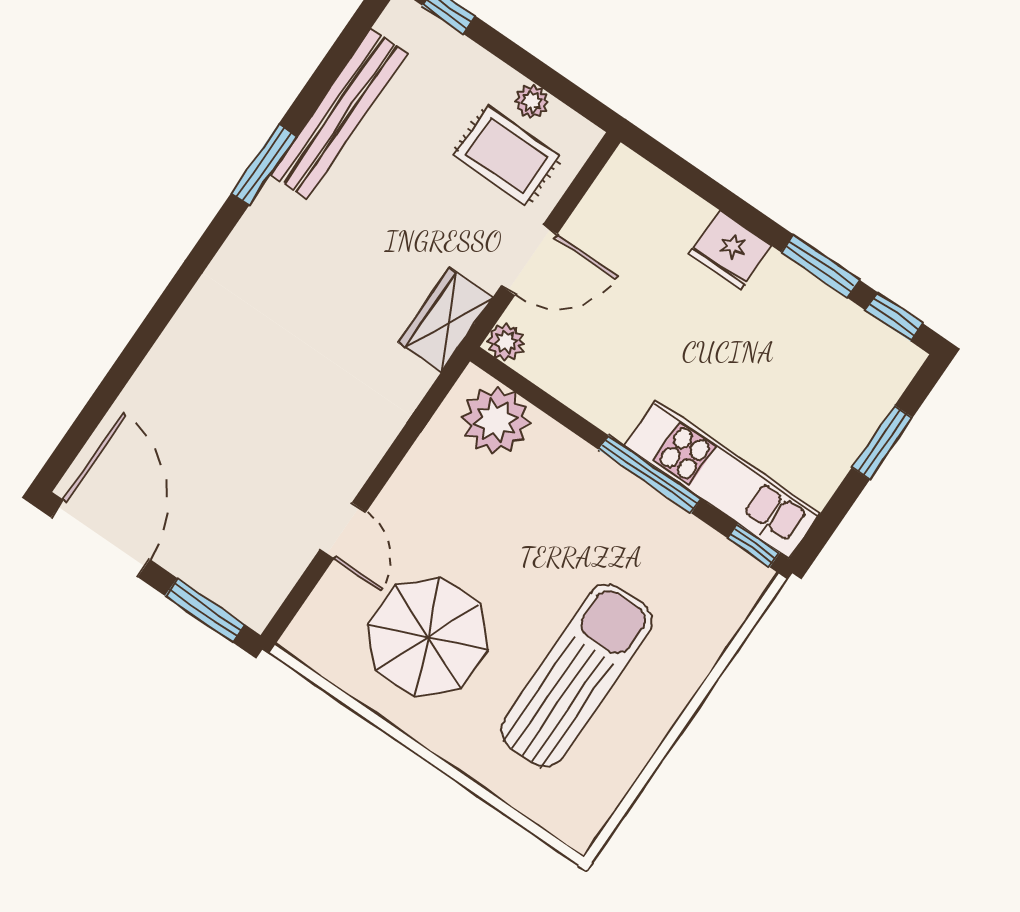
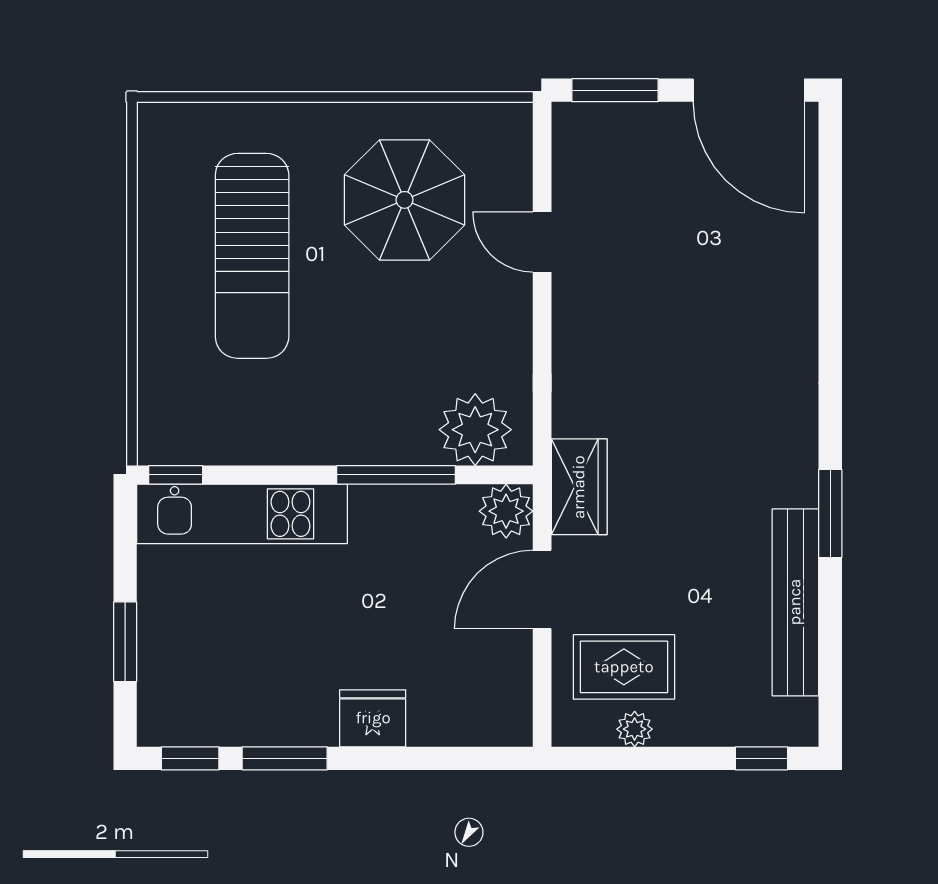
plant: (506, 342) -> (506, 511), width x1.38, depth x1.38
window: (650, 474) -> (396, 475), moved

